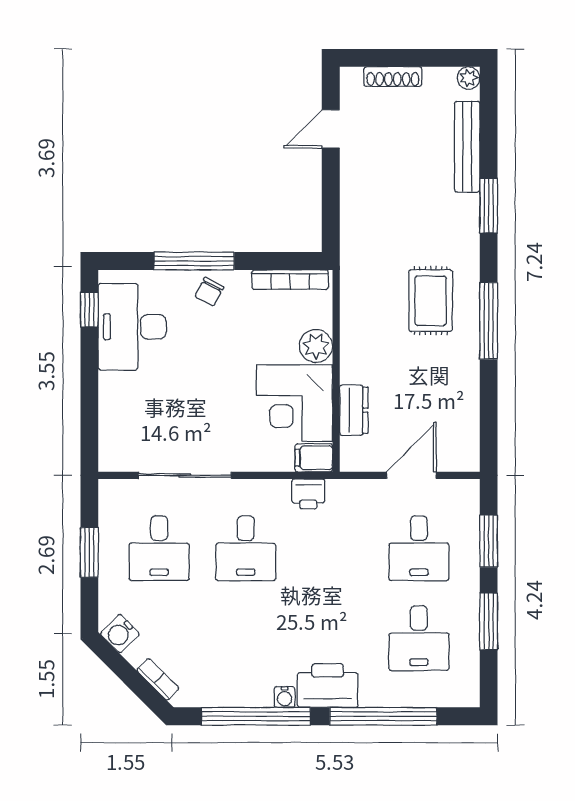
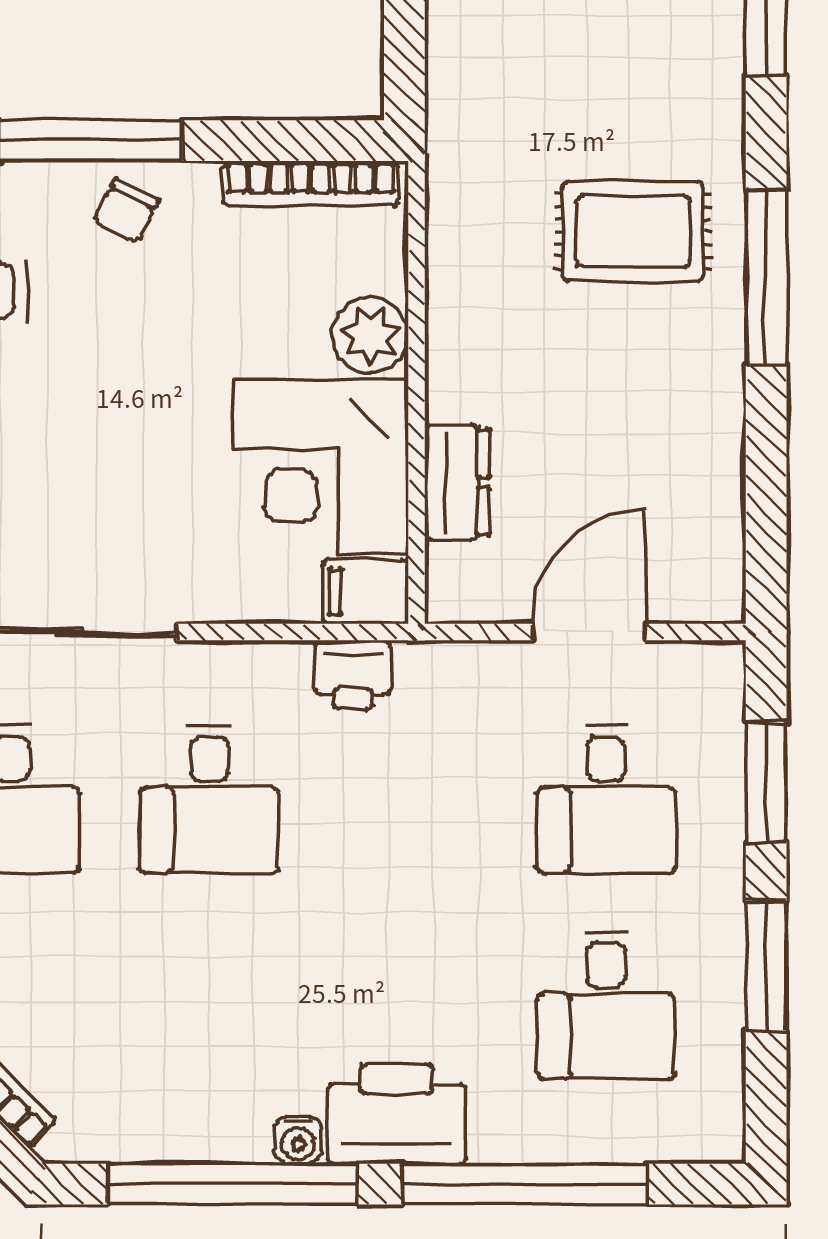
rug: (431, 301) -> (633, 231), turned 90

